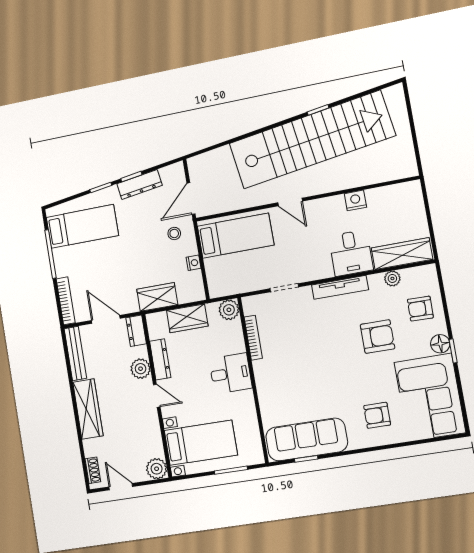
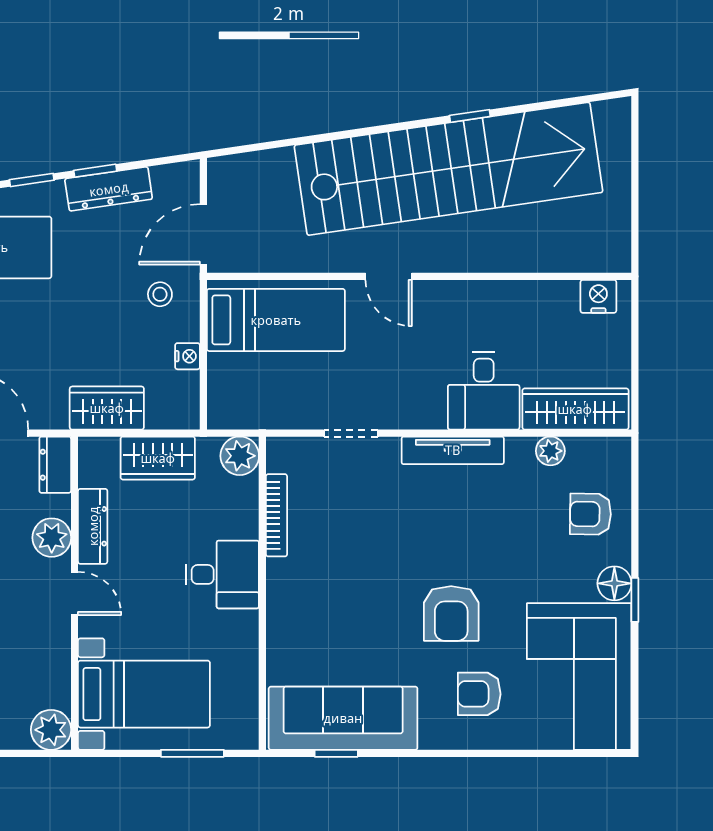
nightstand: (355, 200) -> (598, 296), moved
armchair: (378, 337) -> (451, 613), moved, turned 90

